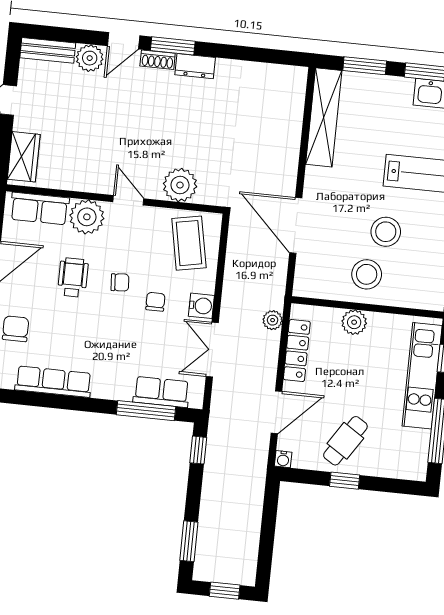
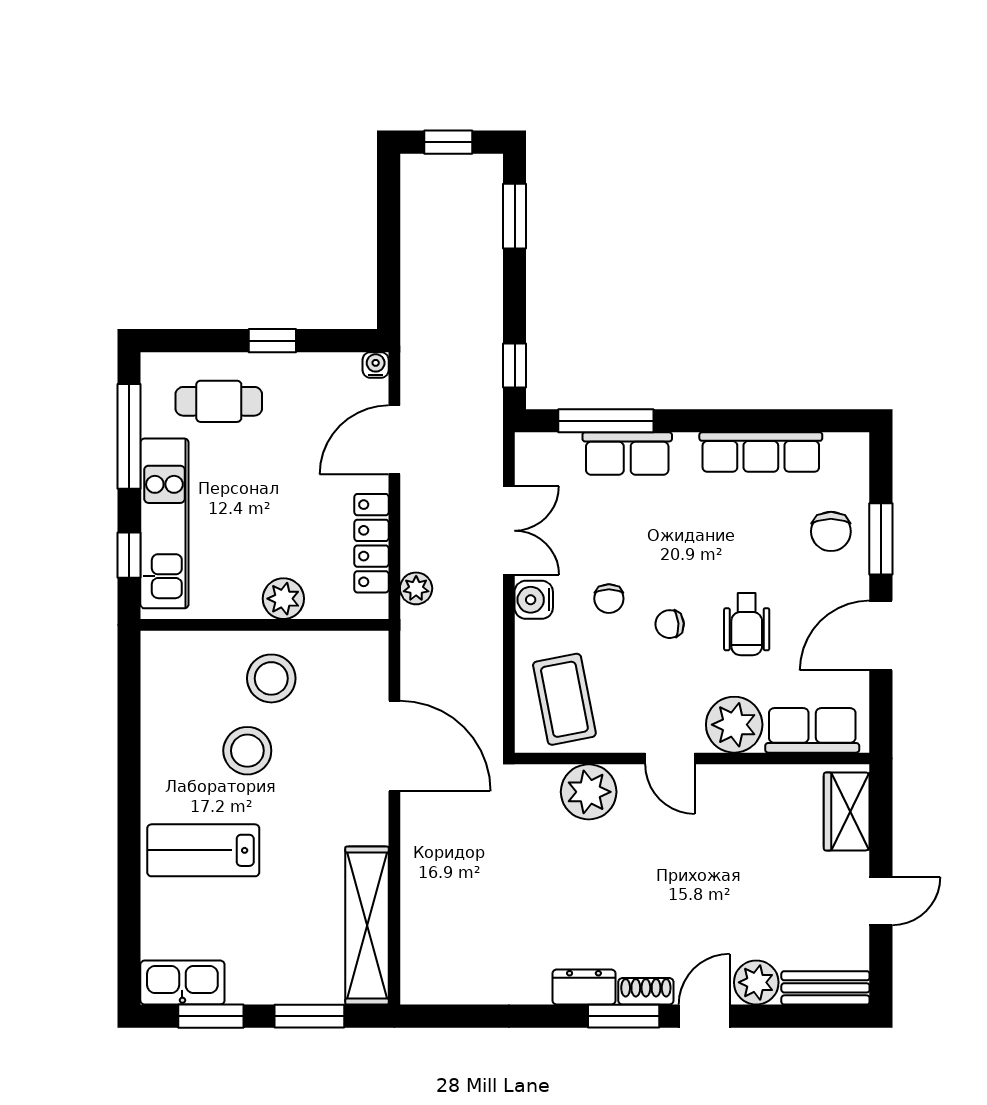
row of seats: (161, 392) -> (627, 454), moved
cafe table: (345, 441) -> (219, 401), moved, turned 57

